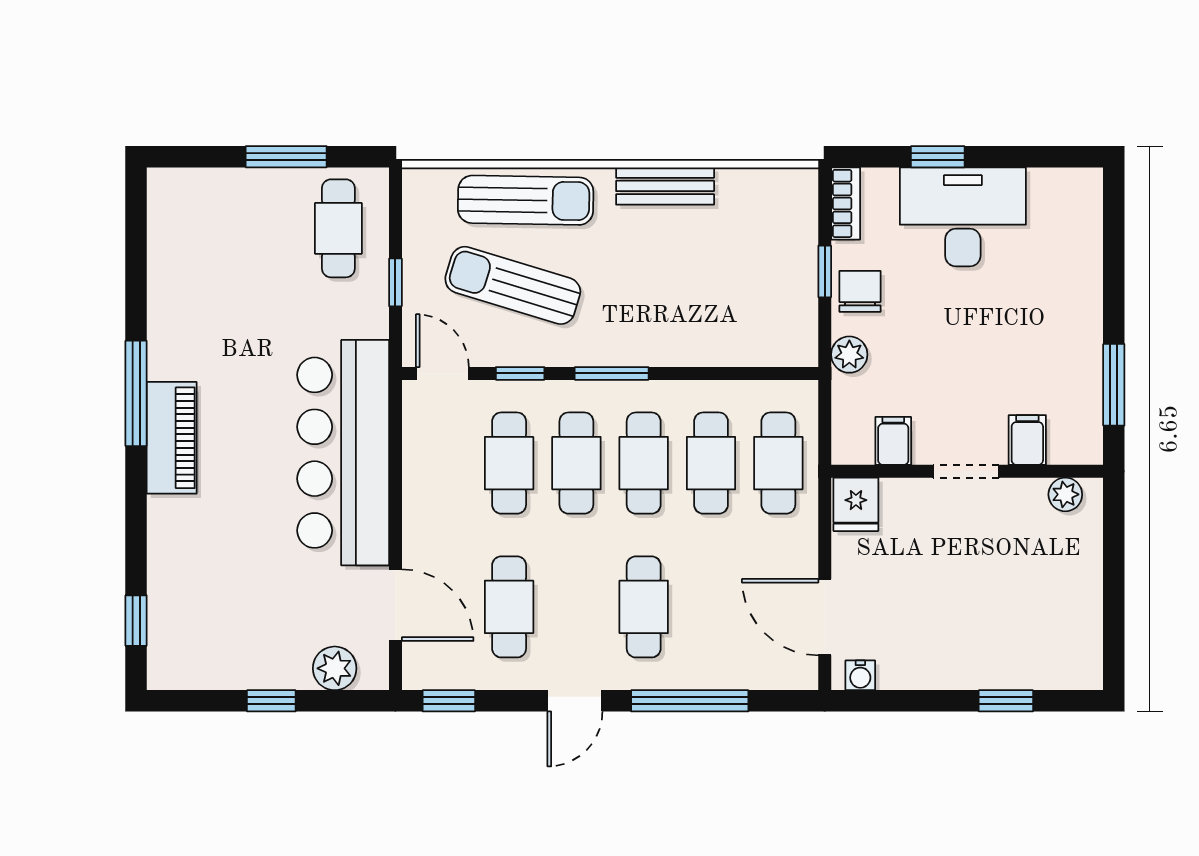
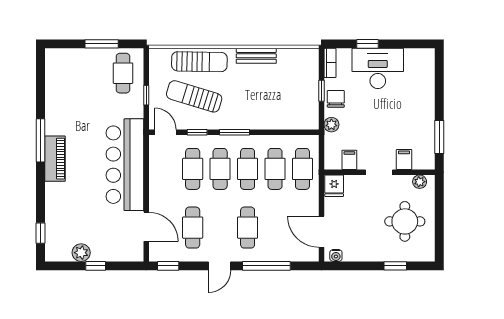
round table: (1029, 592) -> (405, 221), added
plant: (335, 668) -> (81, 253), moved

